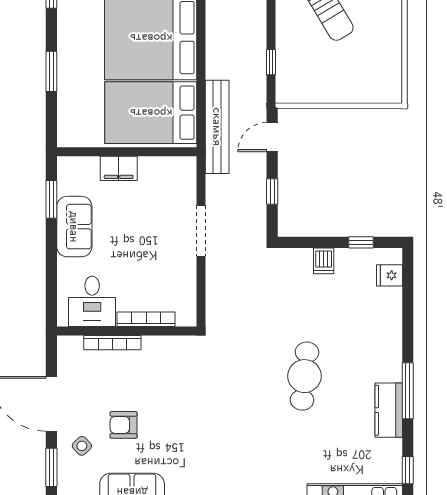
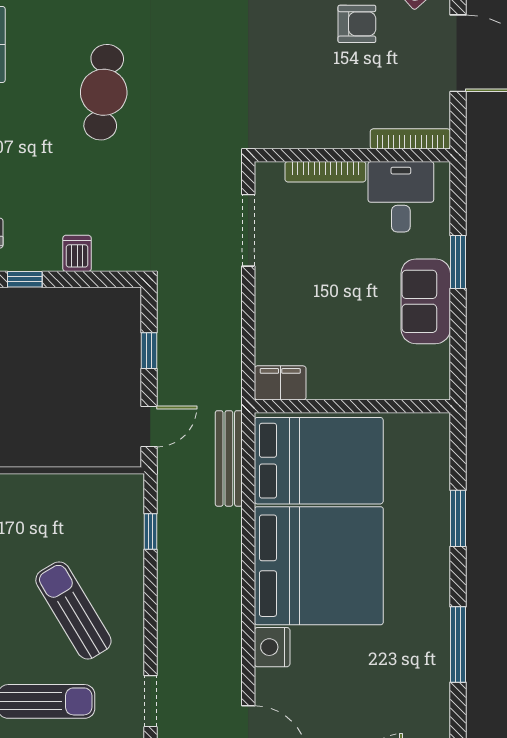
bench: (217, 127) -> (229, 458), width x0.73, depth x0.82
filing cabinet: (119, 168) -> (280, 383), moved
window: (51, 199) -> (458, 262), moved
doorway: (201, 231) -> (248, 230), moved
bookcase: (112, 343) -> (410, 139), moved

